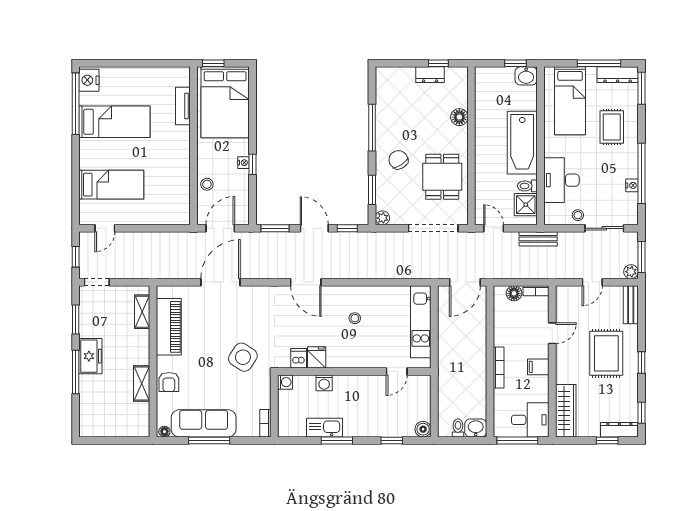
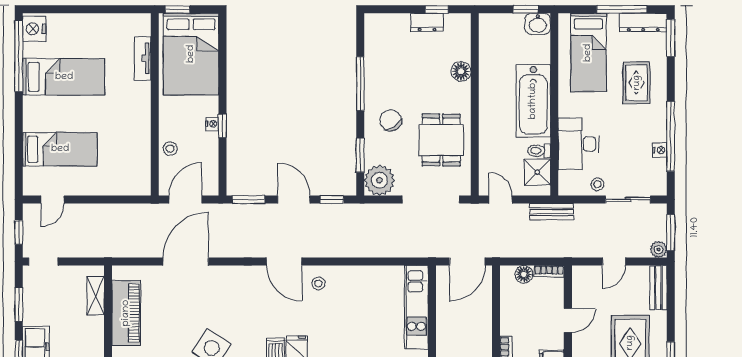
plant: (382, 218) -> (379, 180), width x1.88, depth x1.88
stool: (355, 318) -> (318, 283), moved

